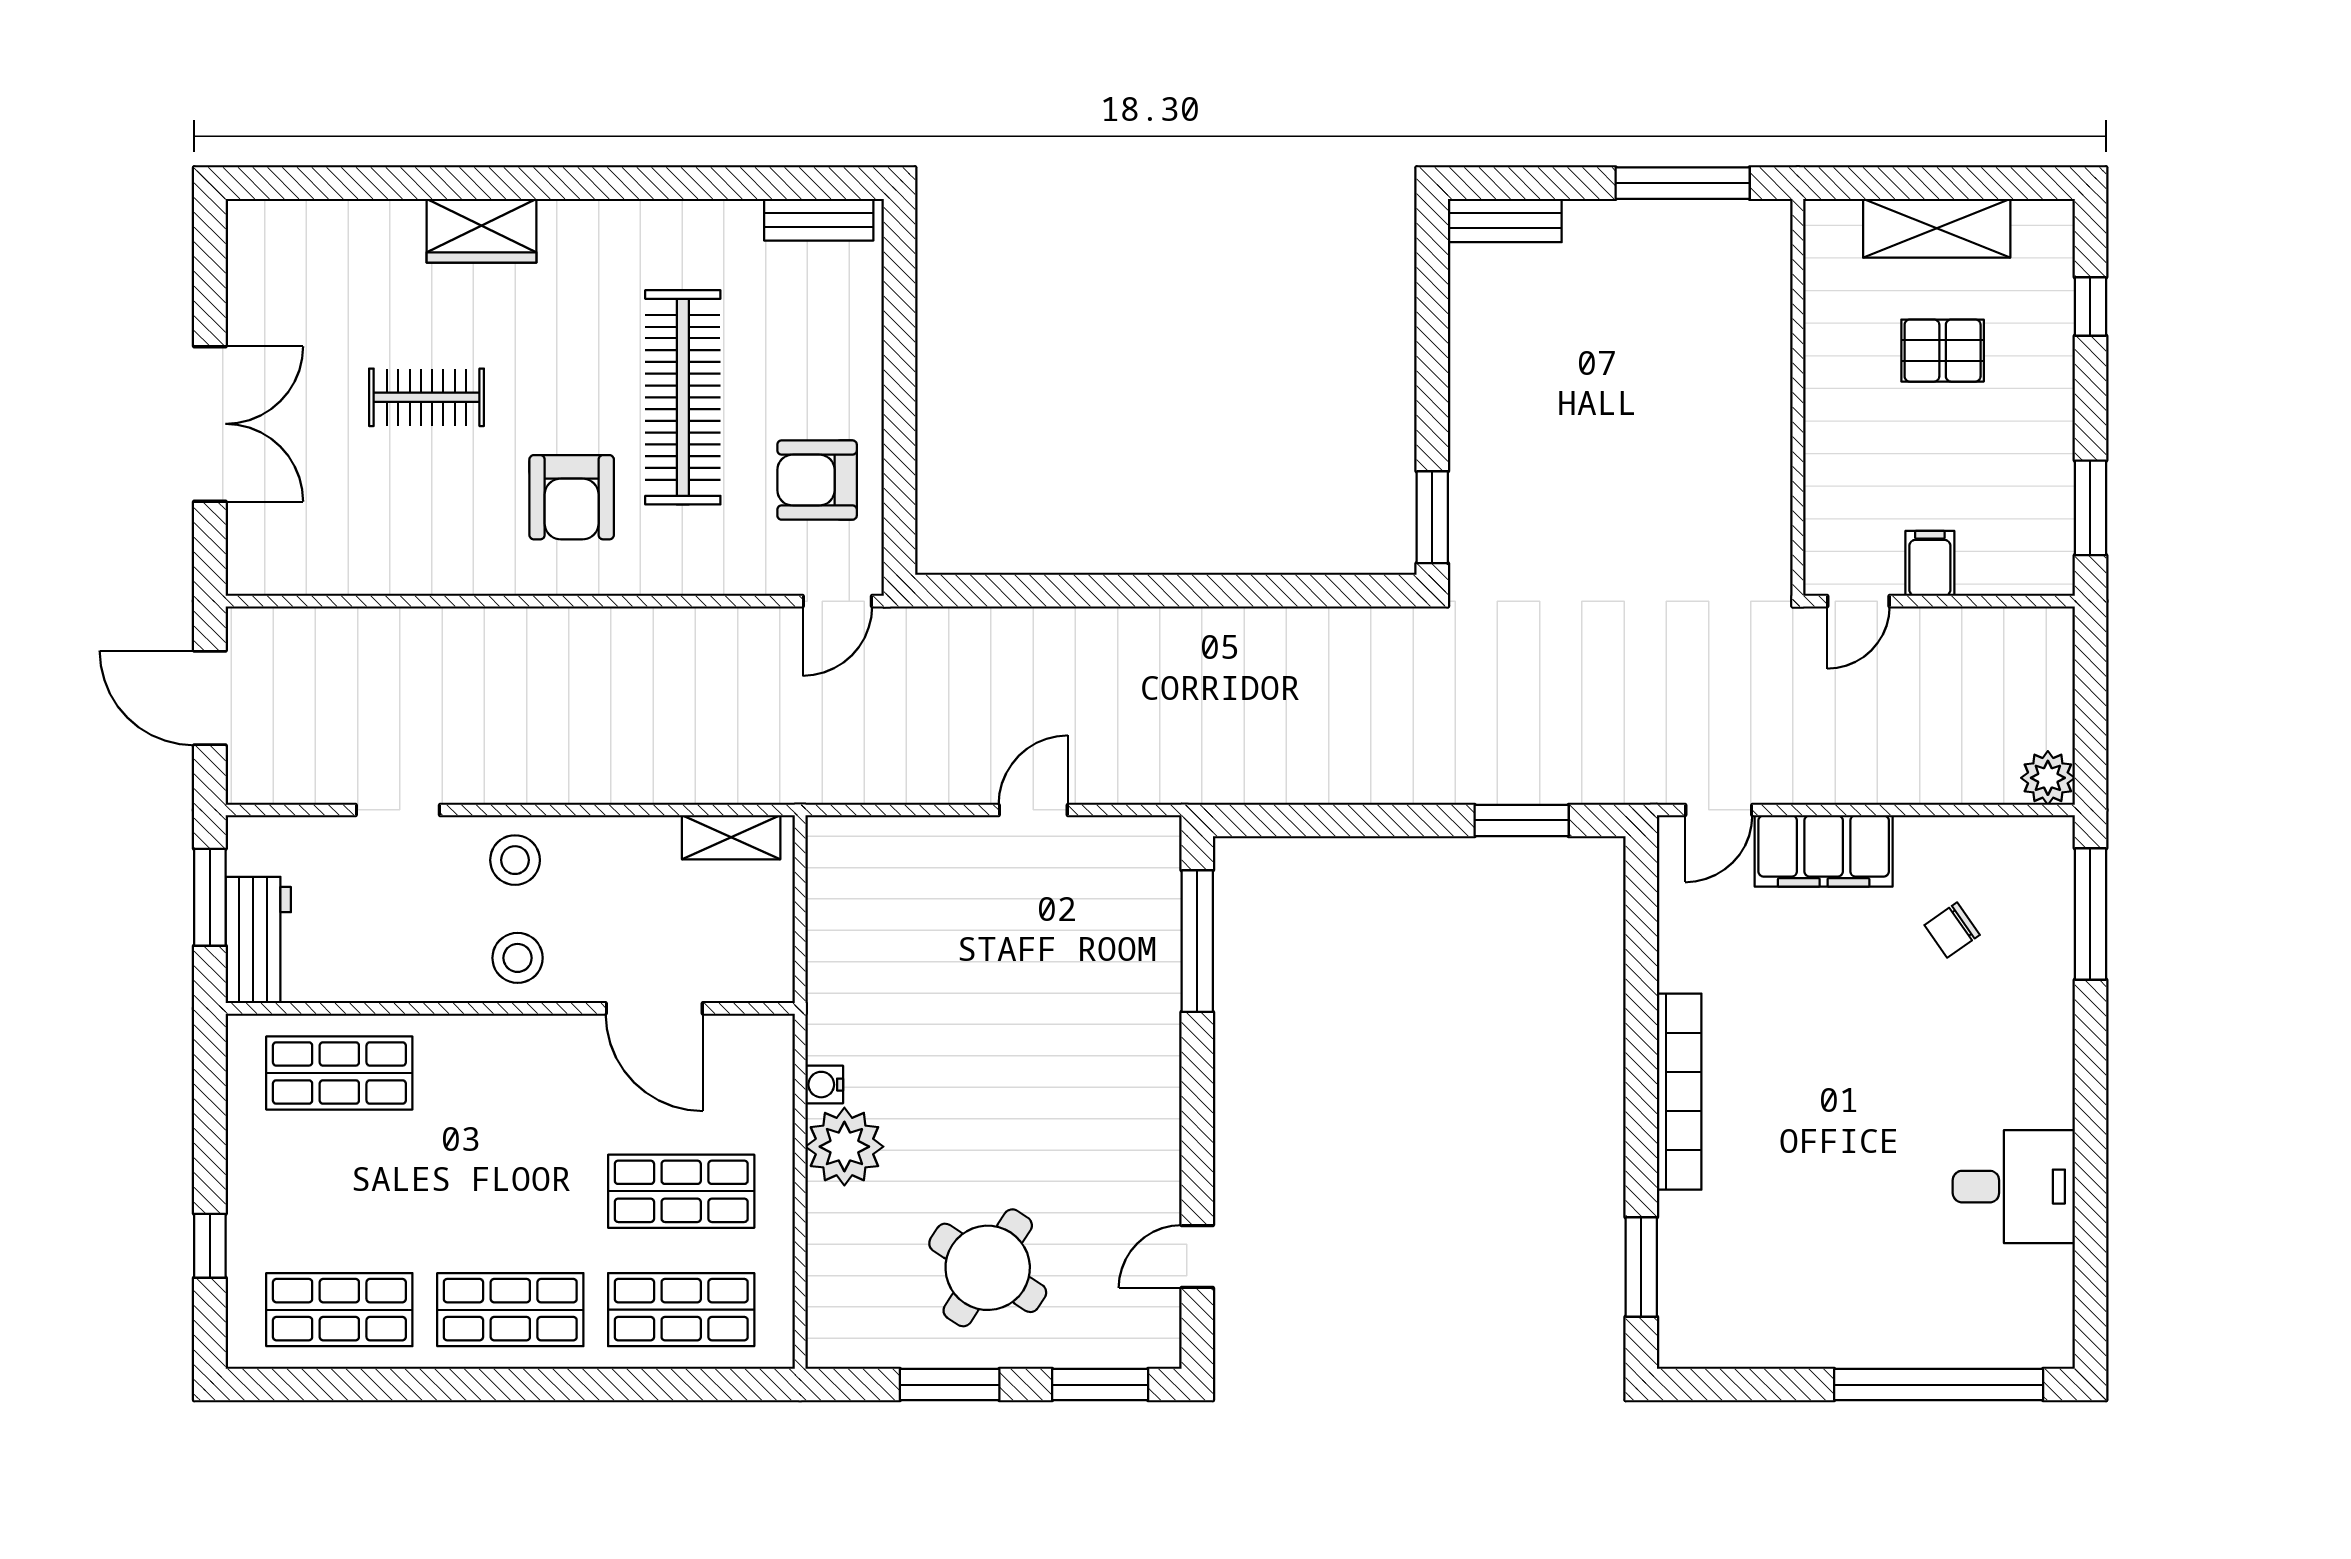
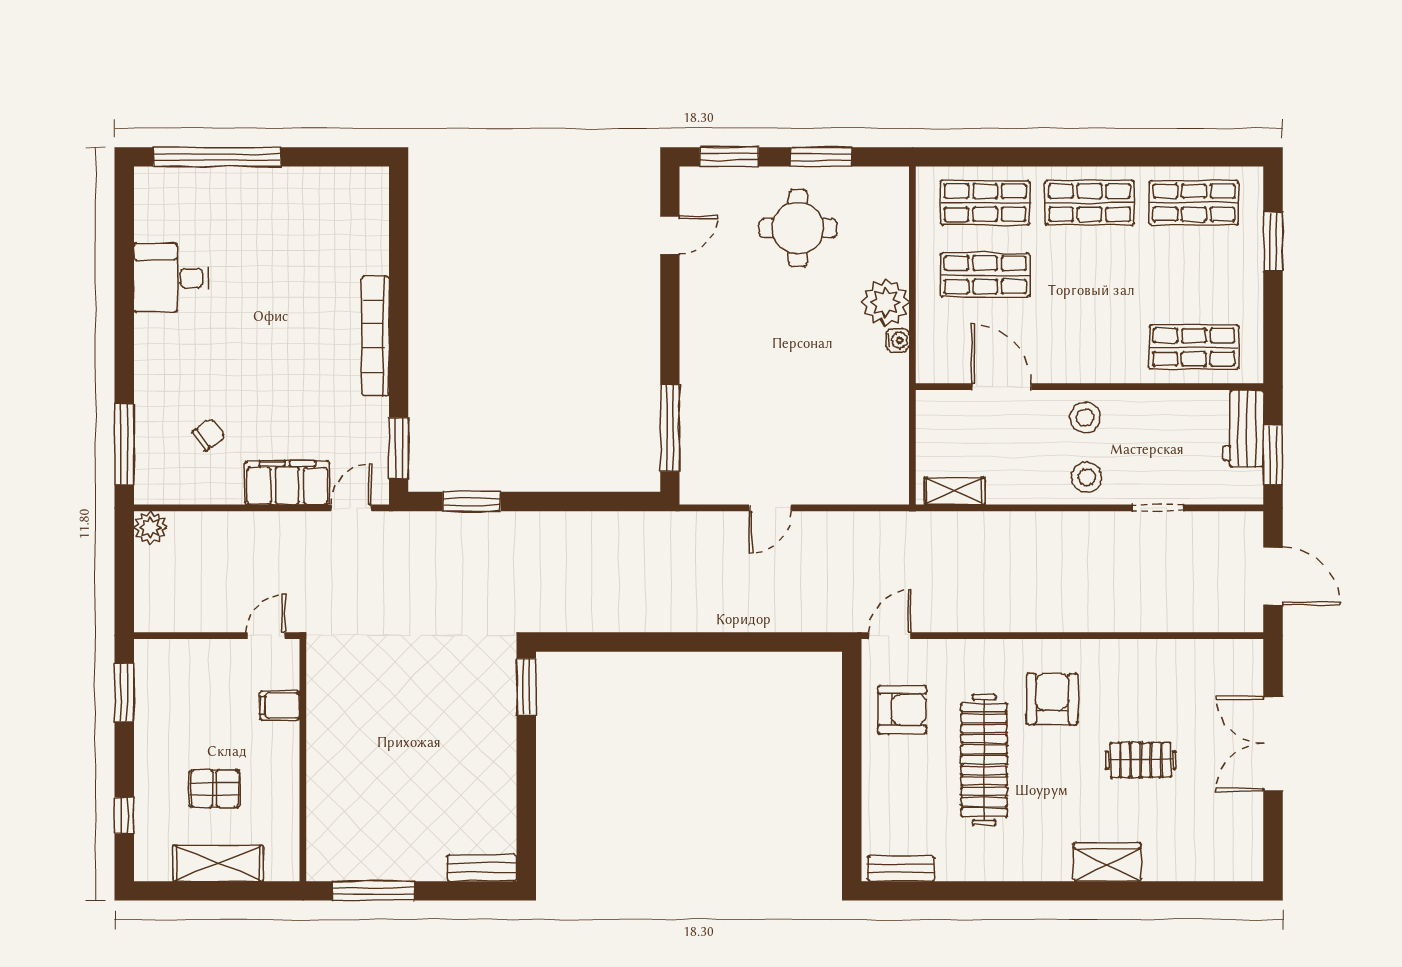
filing cabinet: (1930, 563) -> (280, 705), moved, turned 90
window: (210, 1246) -> (1273, 242), width x1.50
window: (1641, 1267) -> (399, 448), moved
round table: (988, 1268) -> (798, 228), turned -33

